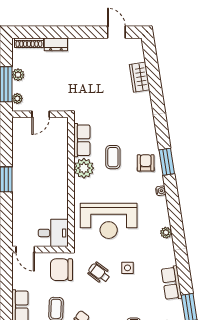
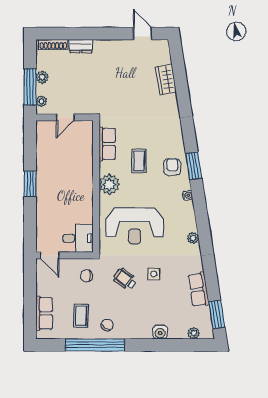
plant: (84, 168) -> (109, 184), moved
chair: (61, 270) -> (86, 276), width x0.54, depth x0.54

